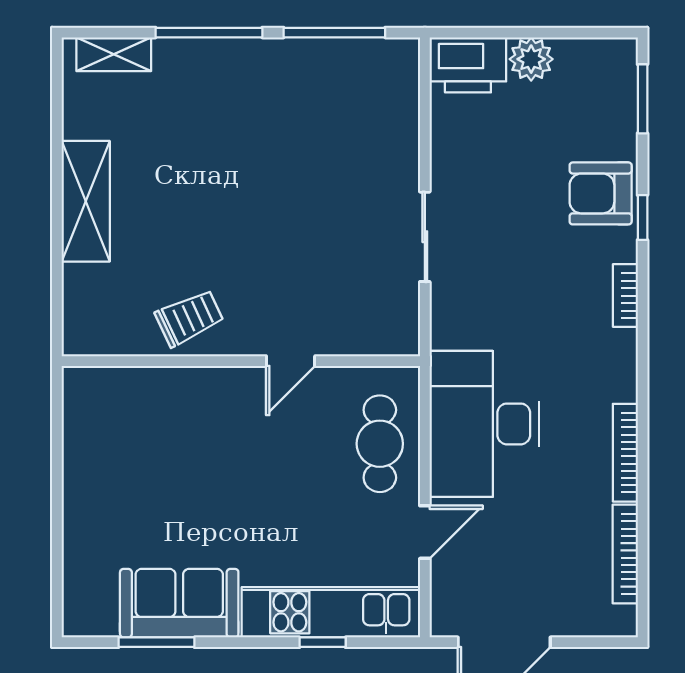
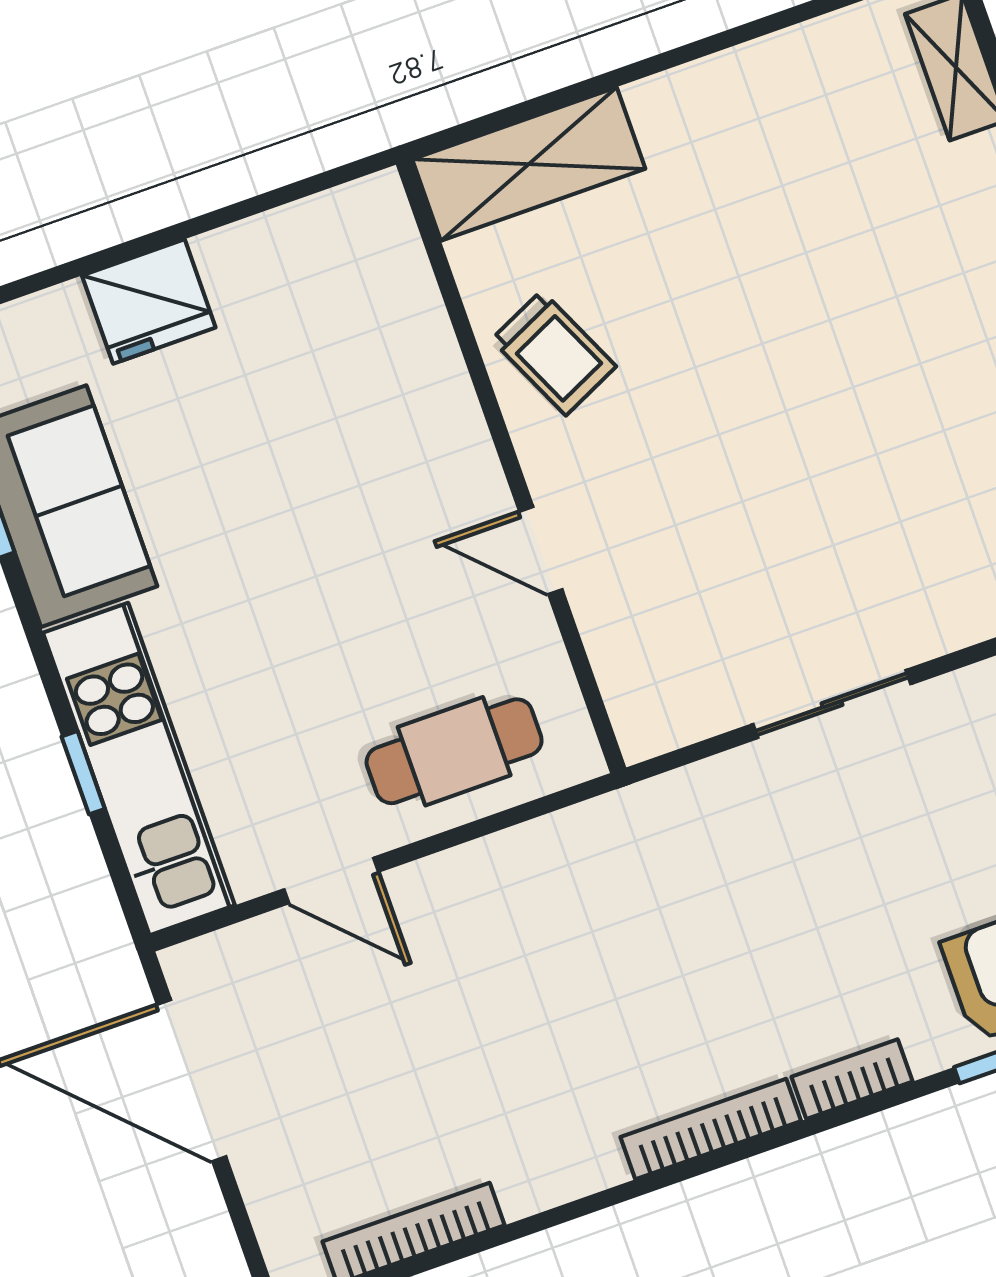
shelving: (86, 201) -> (529, 164), moved
desk: (484, 424) -> (550, 917), removed
bookcase: (625, 453) -> (711, 1129), moved
fridge: (88, 521) -> (149, 302), added

